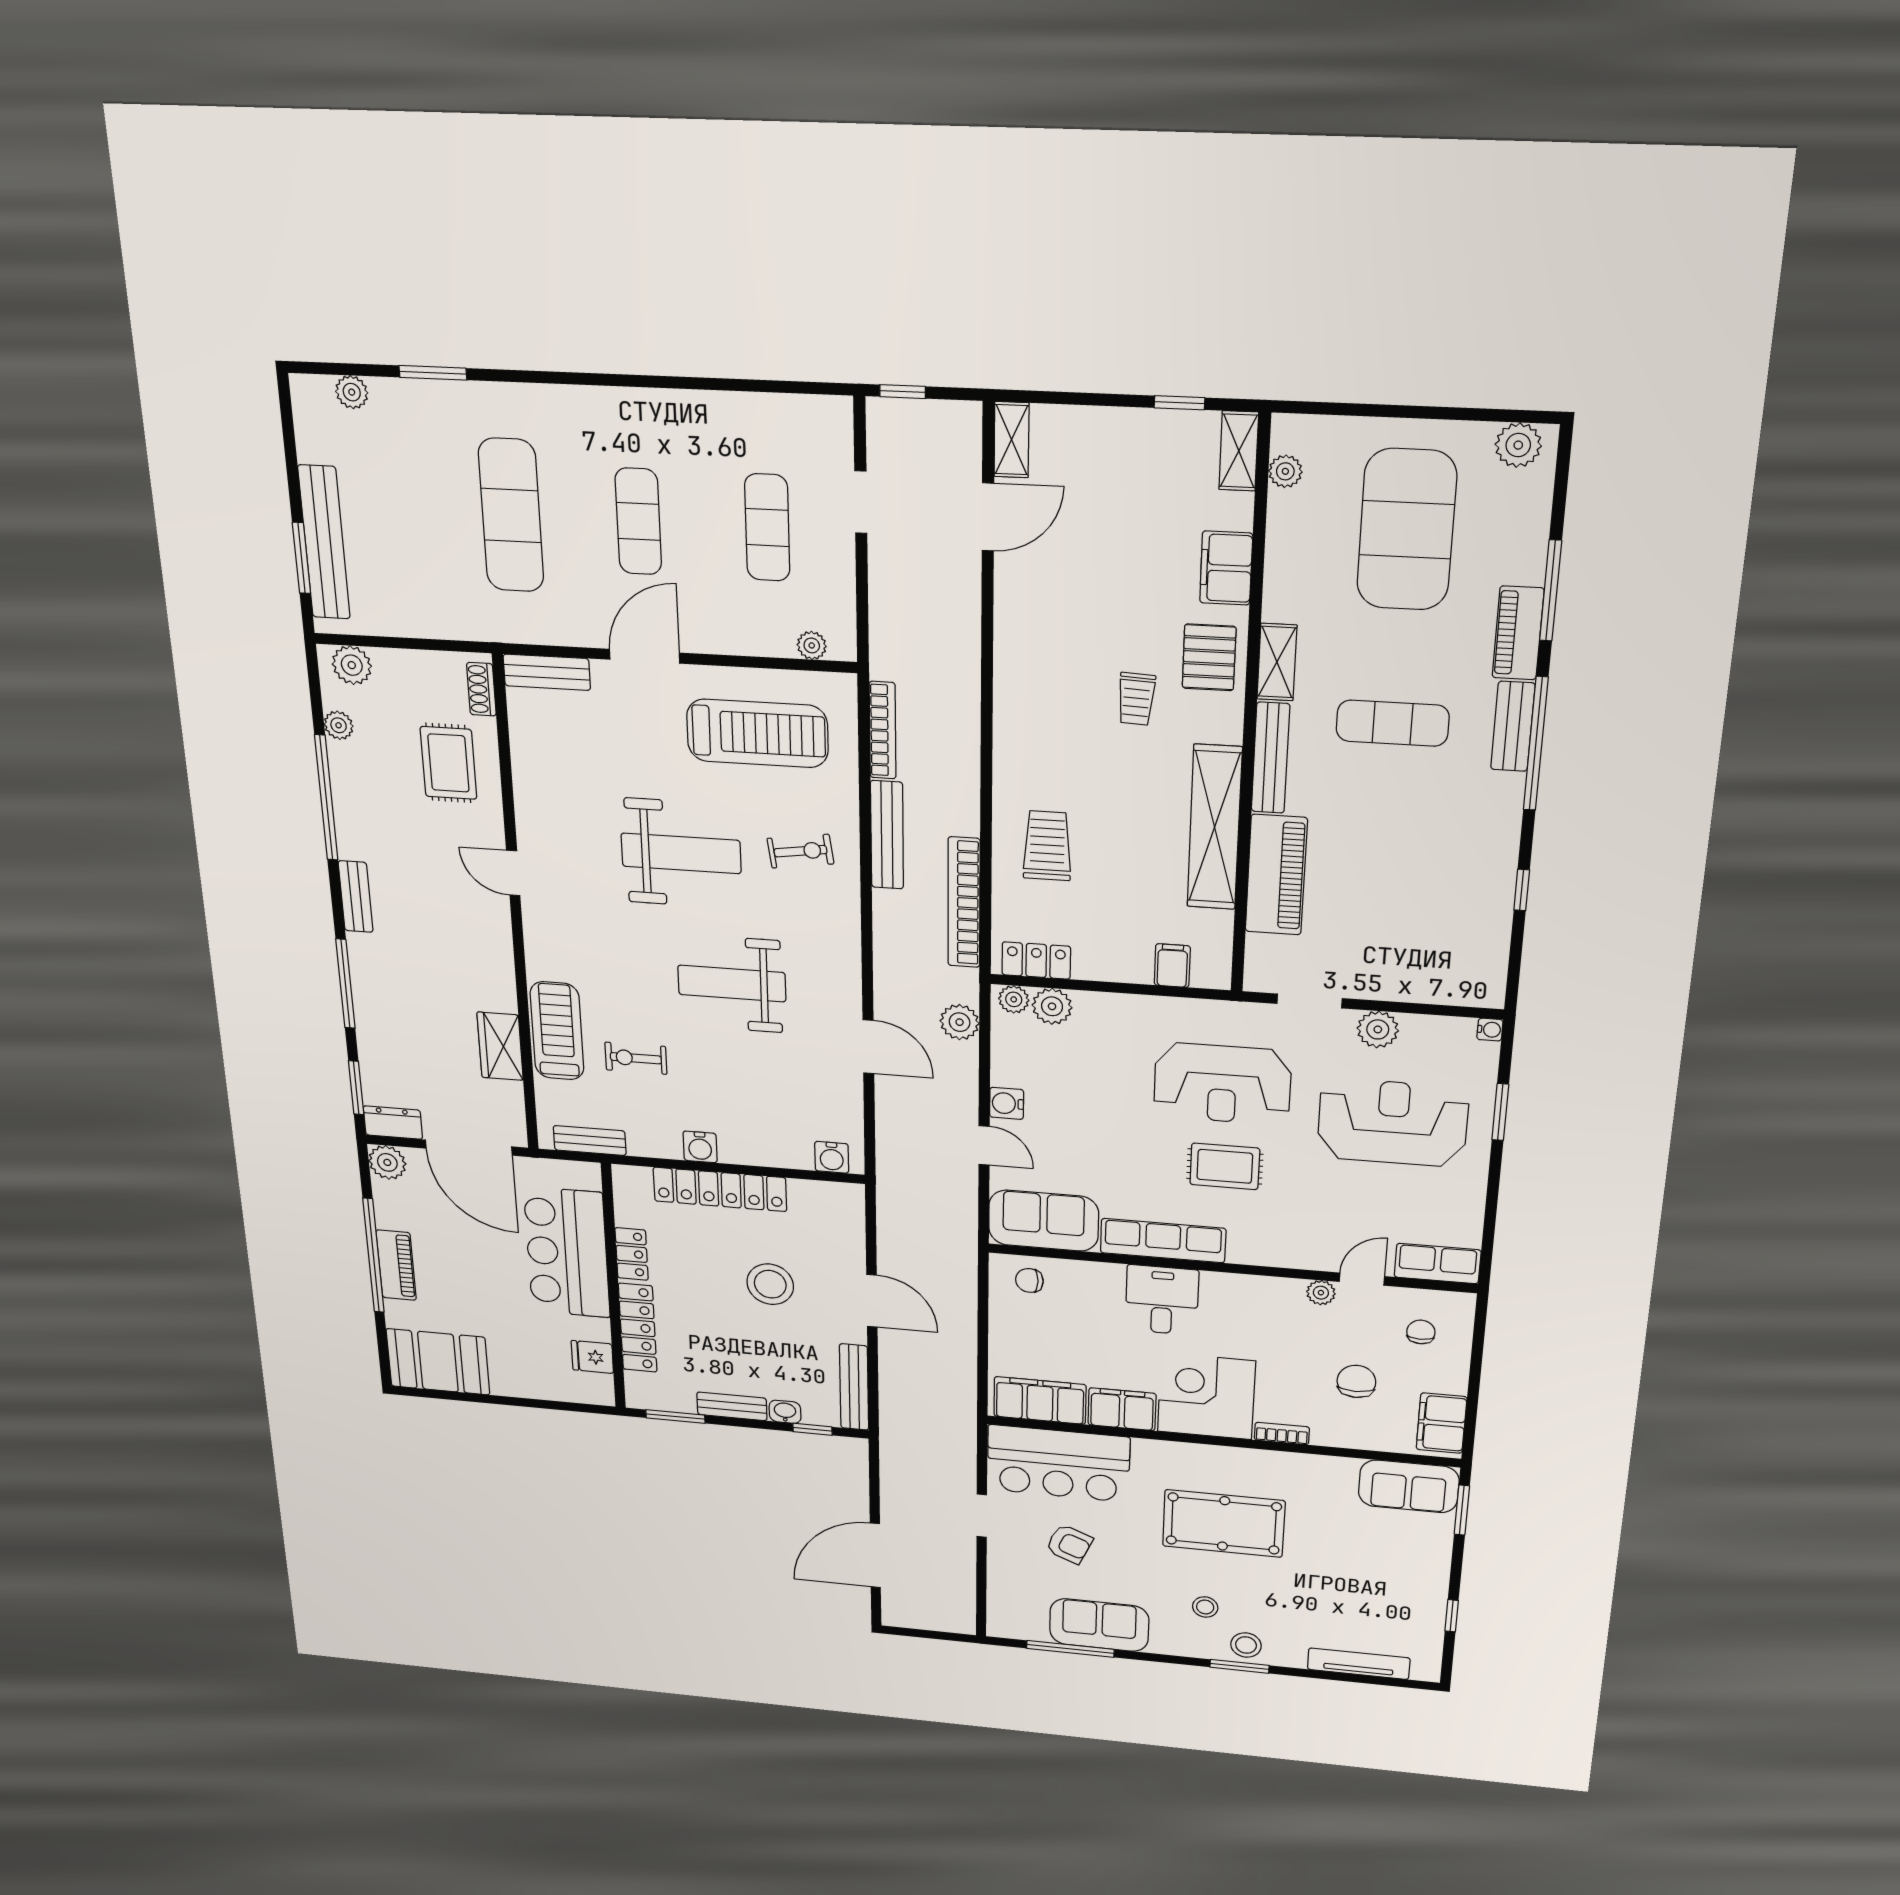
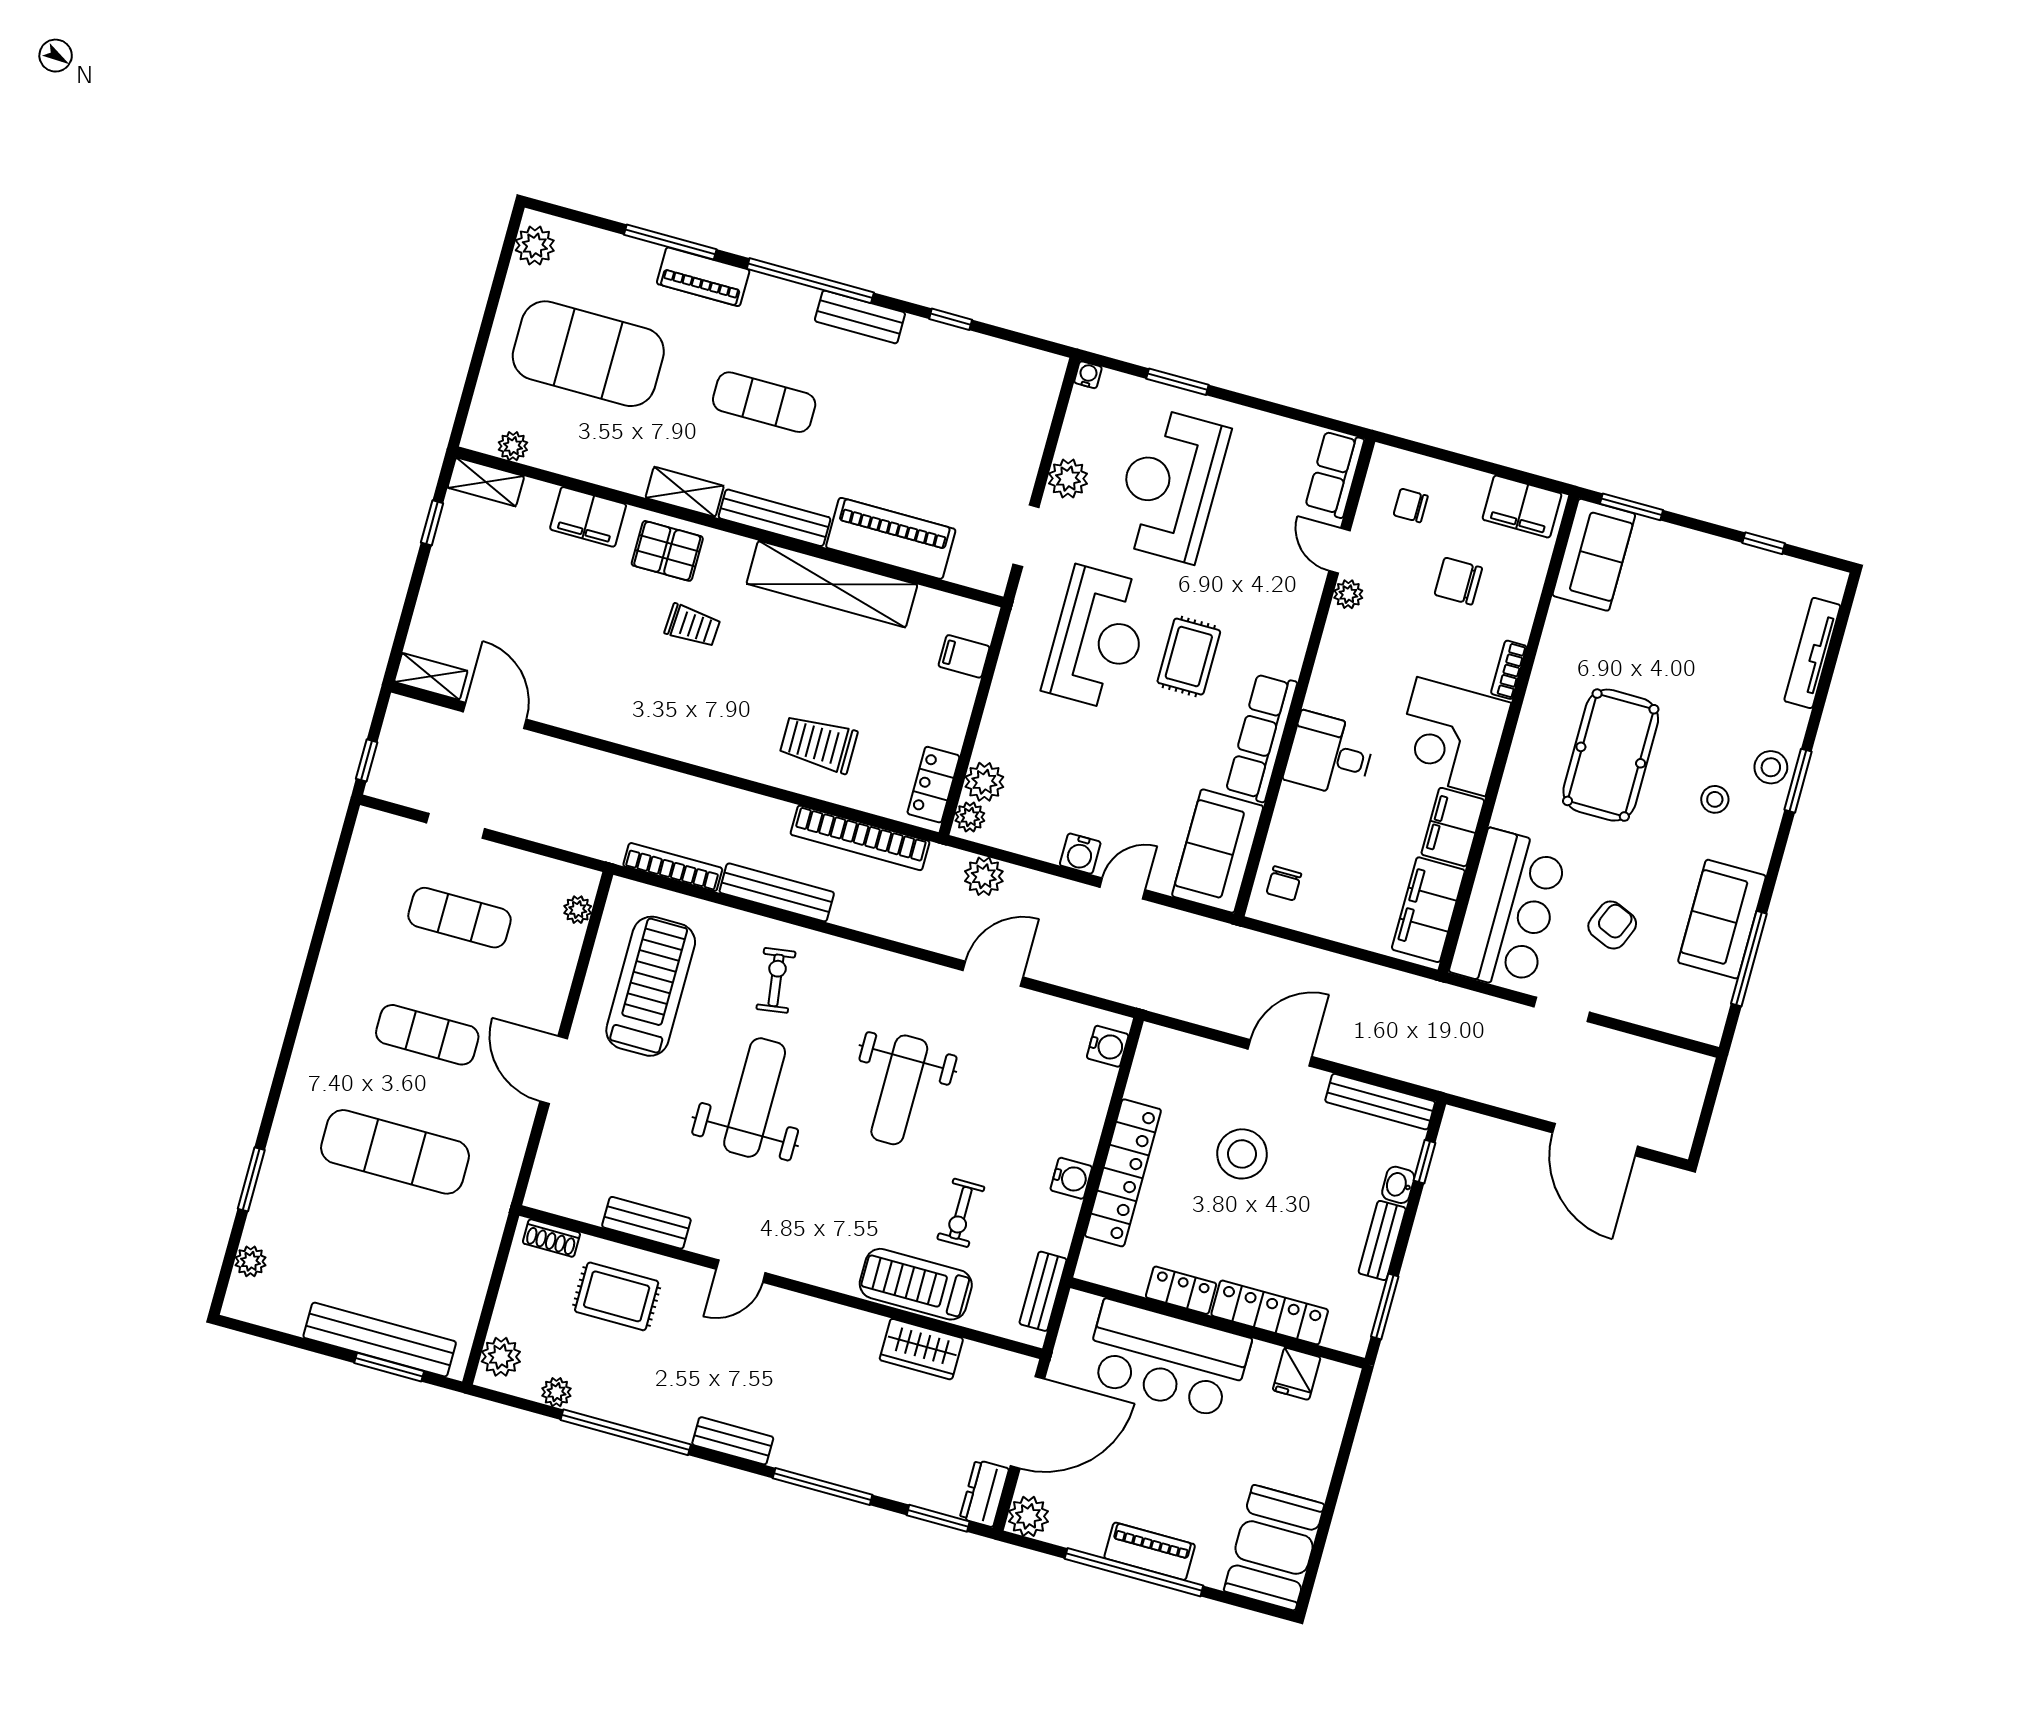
bench: (547, 672) -> (646, 1223), moved, turned 90
exercise mat: (1393, 723) -> (764, 402), turned 90
bench: (1513, 726) -> (860, 317), moved

